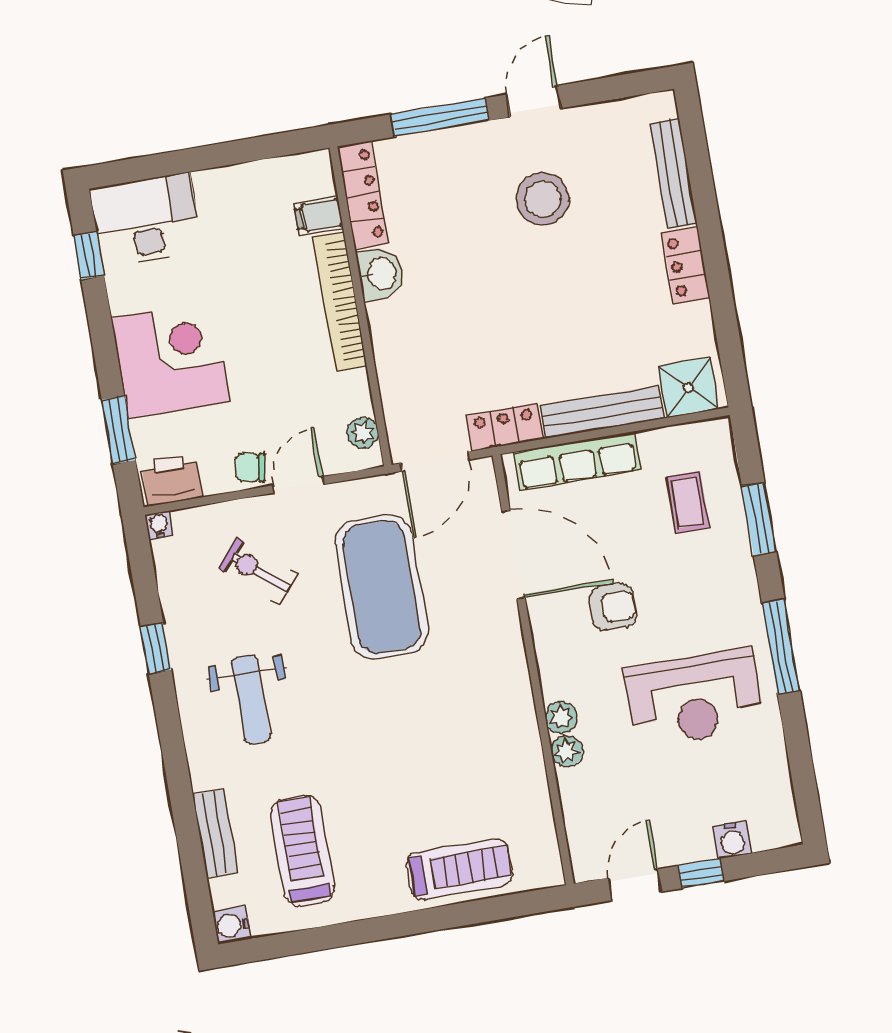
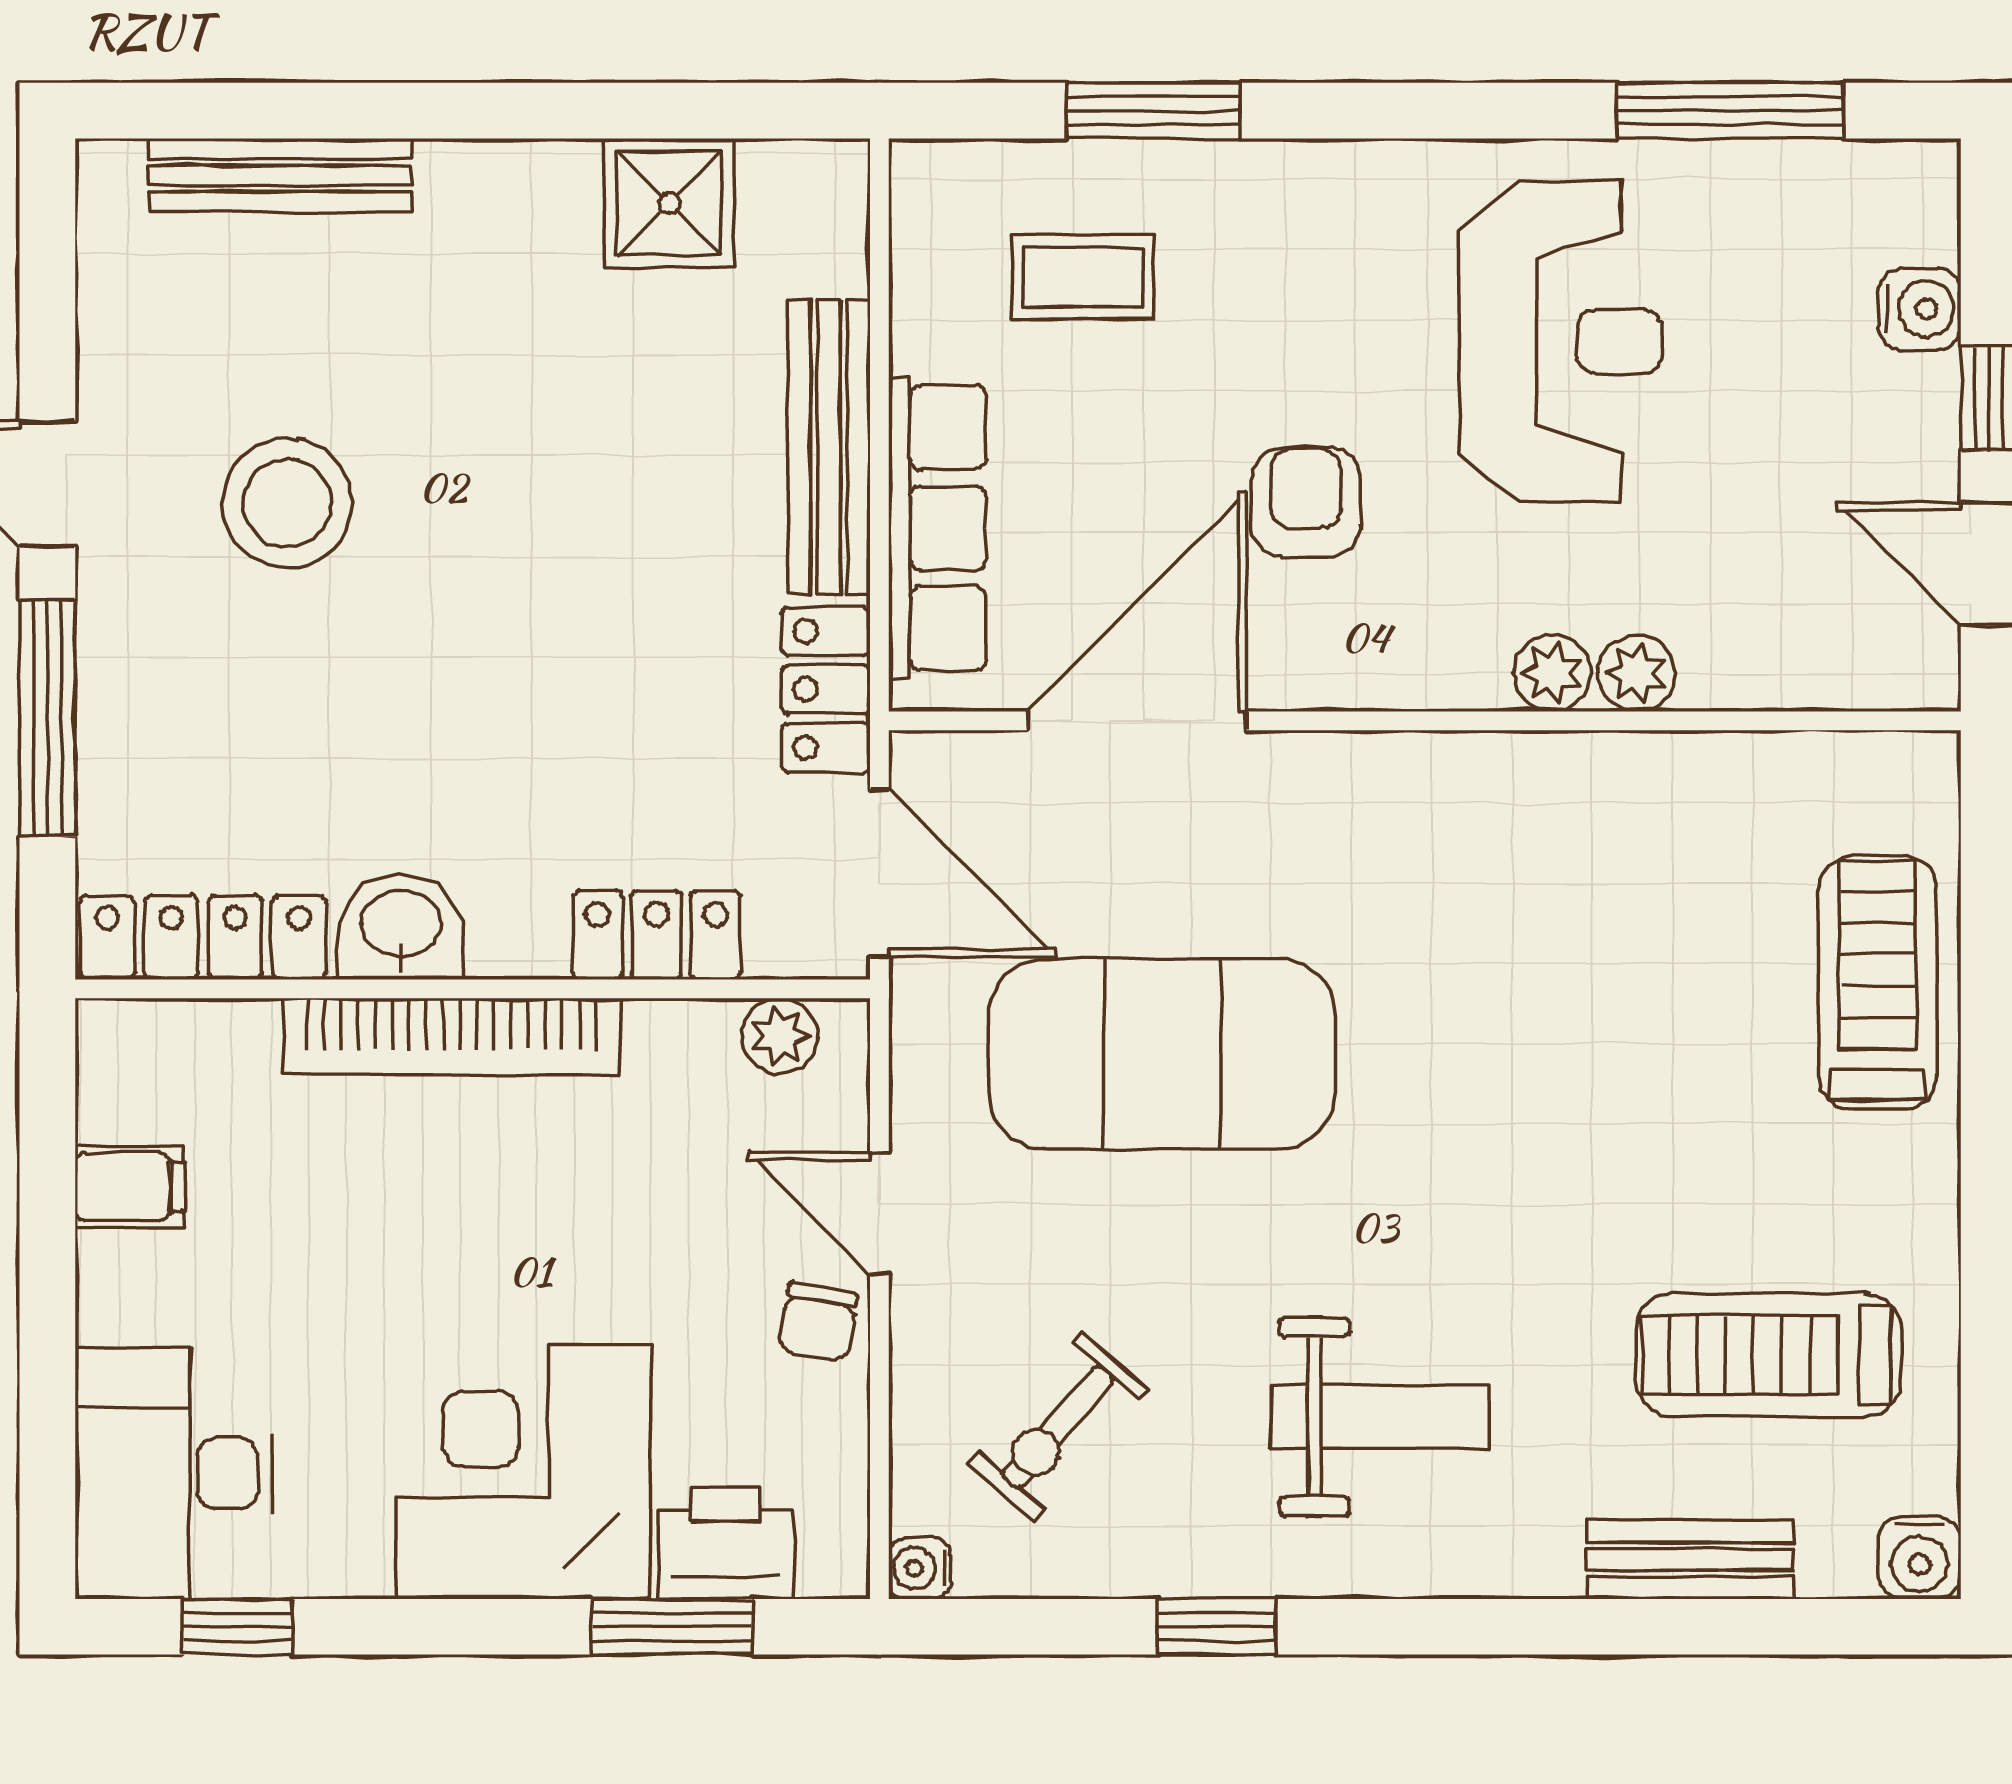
filing cabinet: (319, 216) -> (130, 1187), moved, turned -90
locker: (686, 266) -> (657, 935), moved, turned 180
shower: (689, 387) -> (669, 203), moved
printer: (172, 480) -> (726, 1543), moved, turned 90
exercise bike: (258, 571) -> (1058, 1427), moved
window: (781, 647) -> (1730, 111), moved

